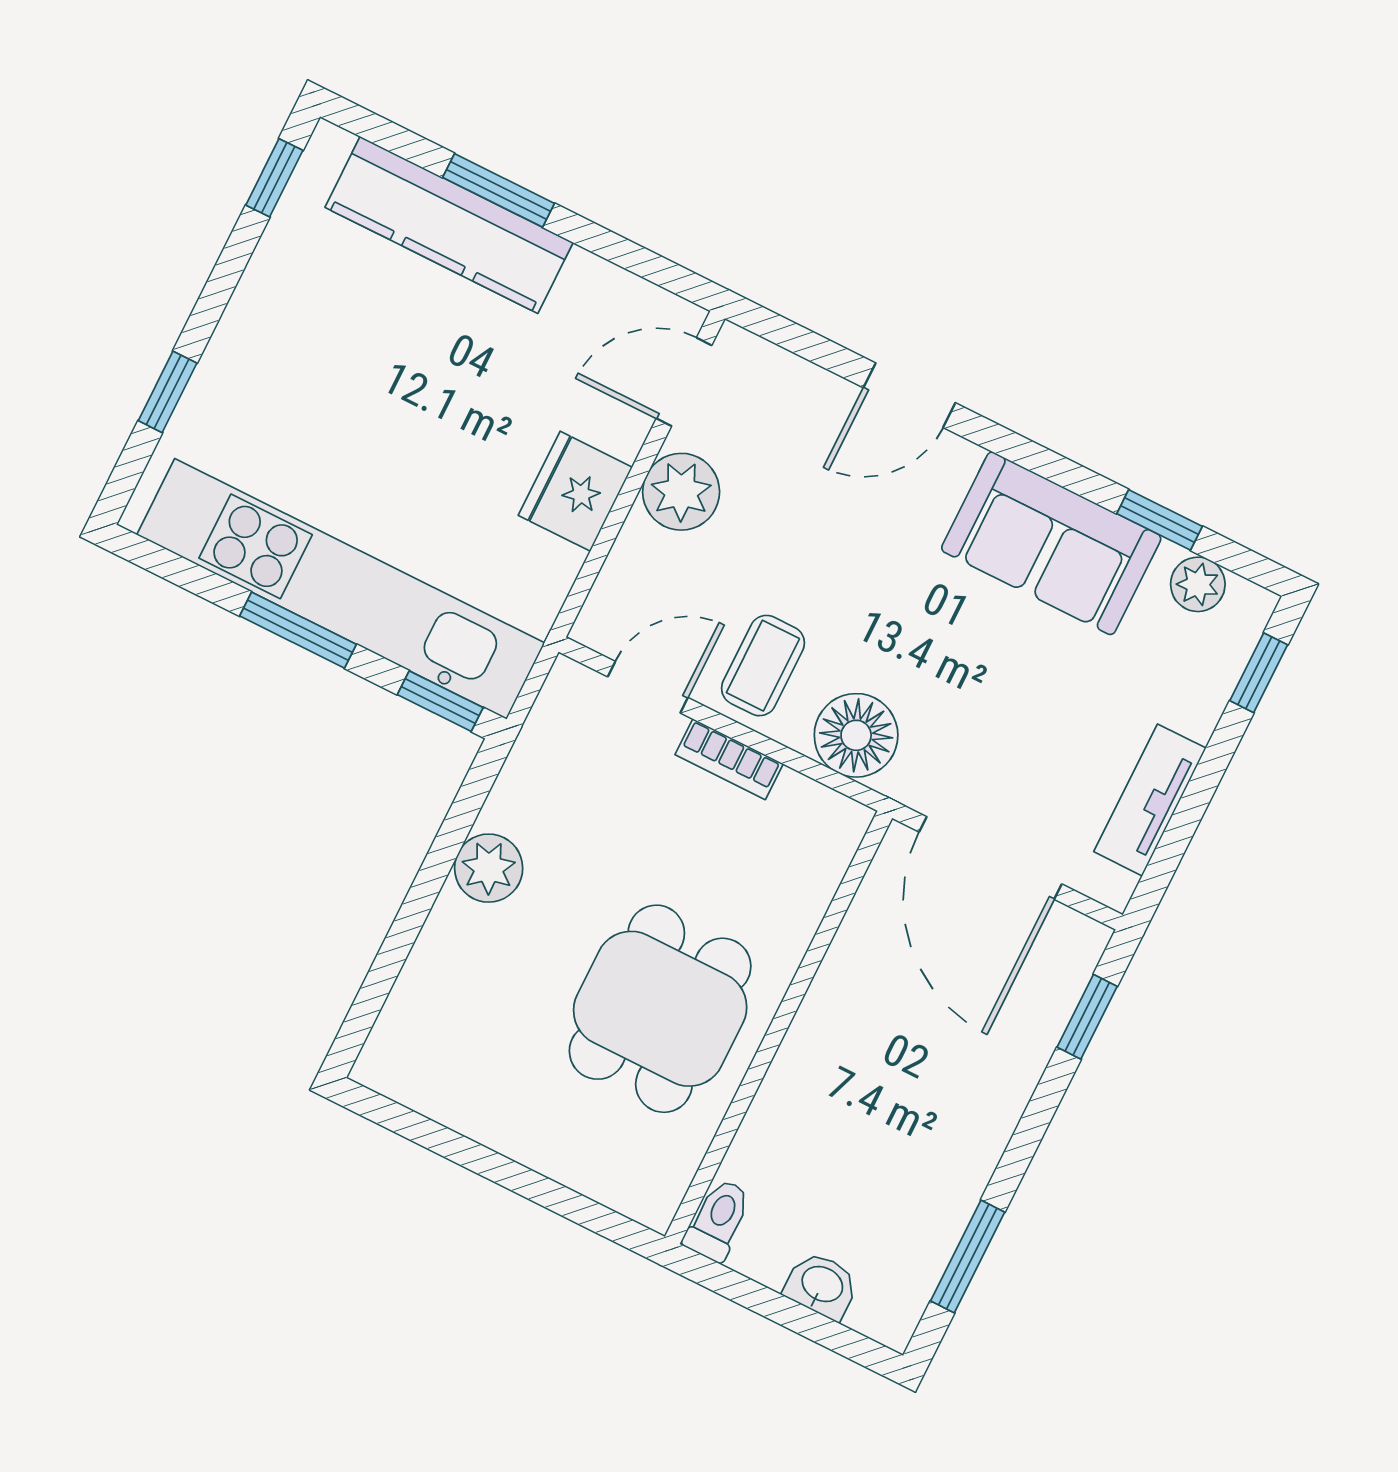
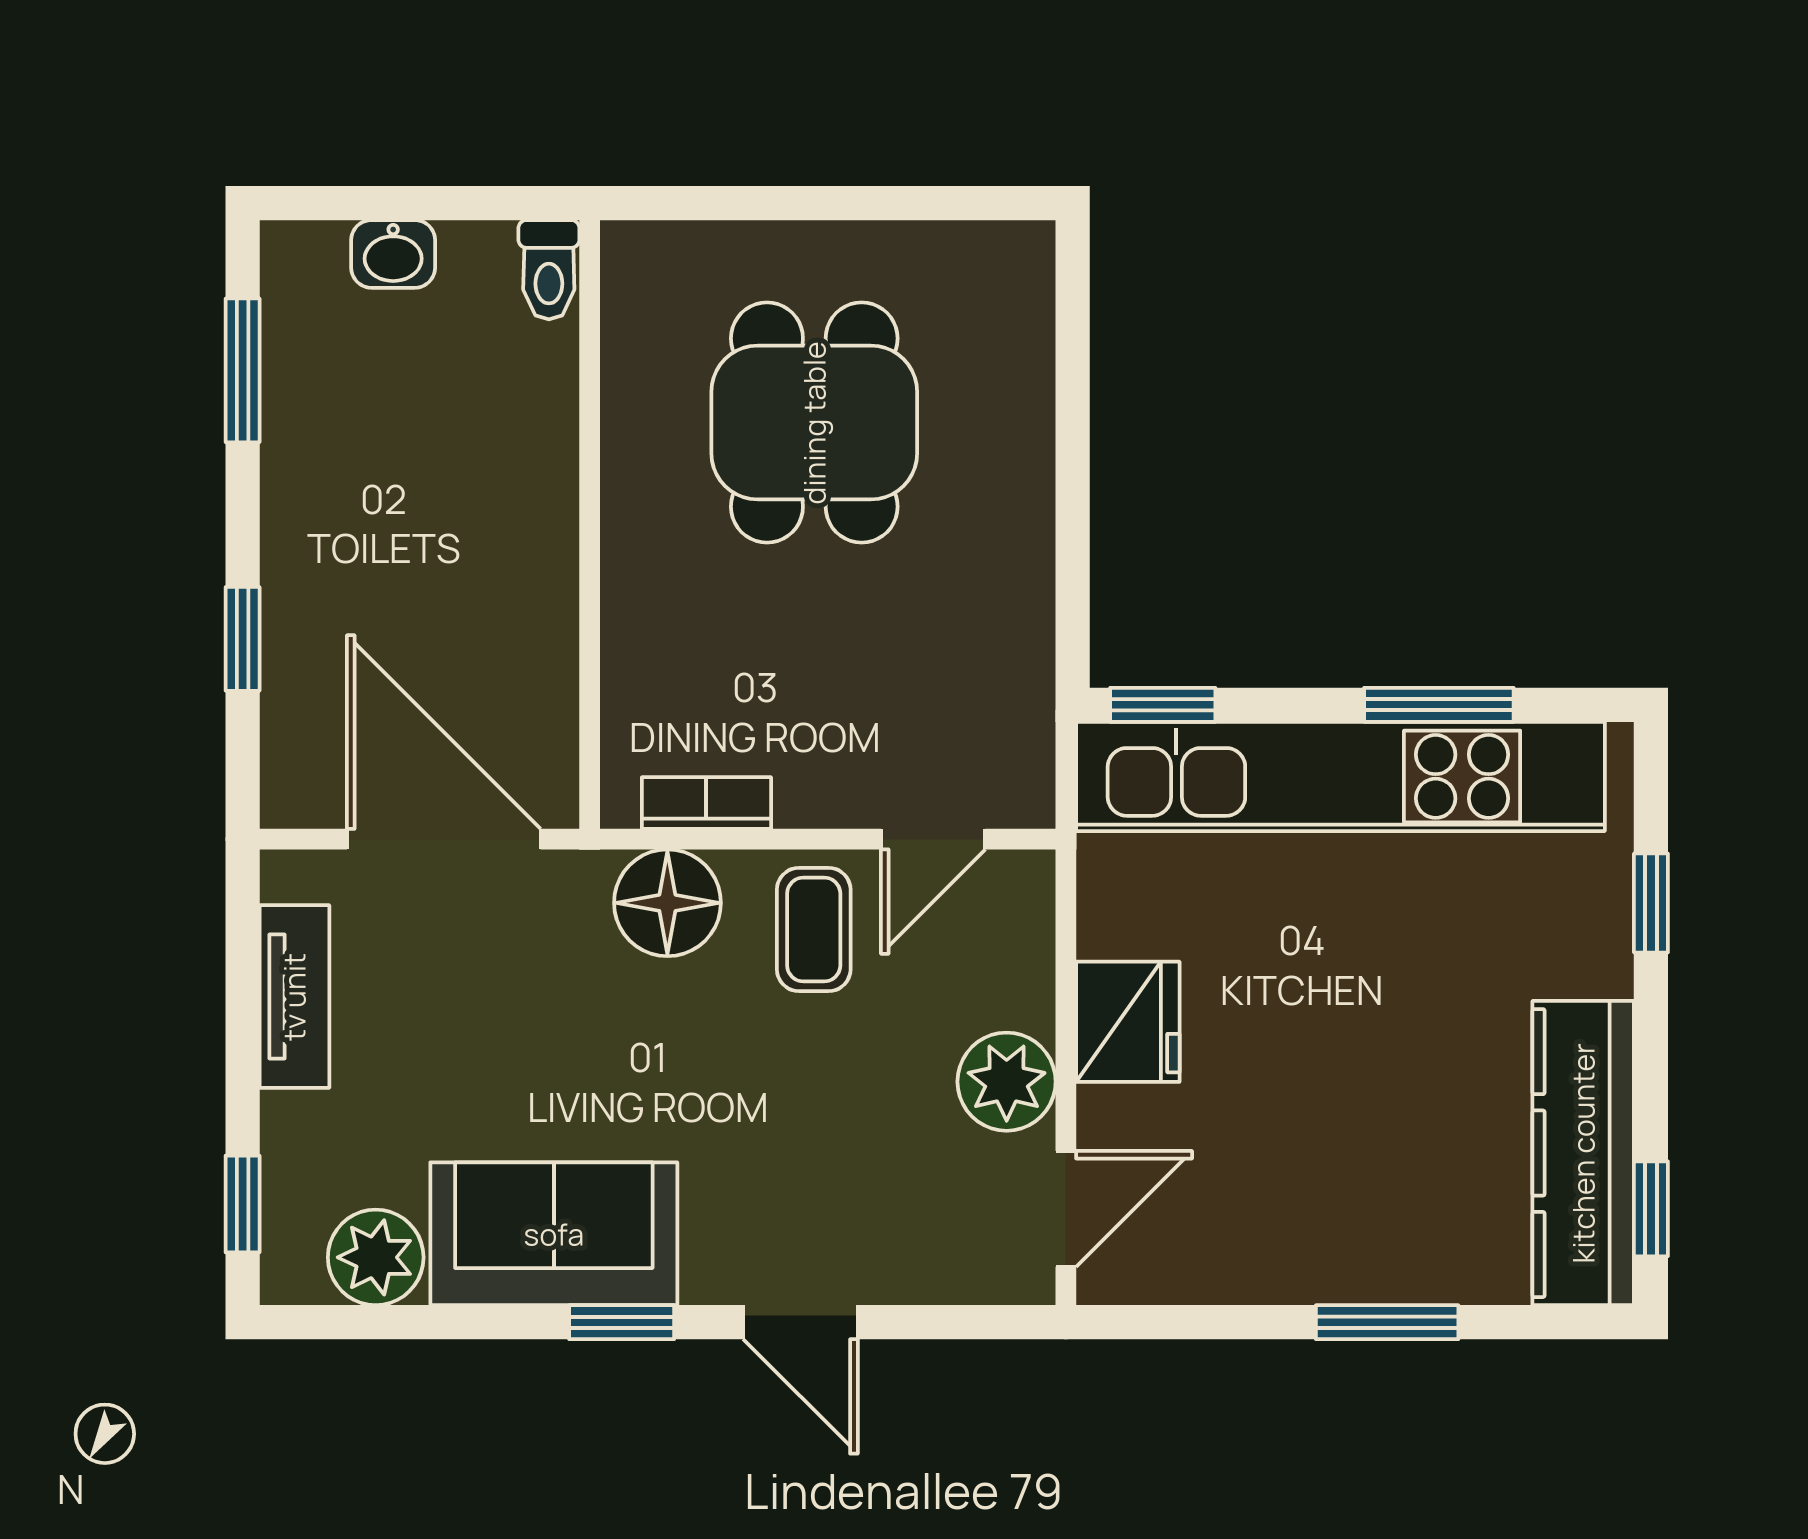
kitchen counter: (449, 225) -> (1583, 1153), moved, turned -90
door: (909, 395) -> (800, 1322), swing flipped
window: (1160, 520) -> (622, 1322), moved
plant: (1198, 584) -> (376, 1257), width x1.38, depth x1.38
window: (298, 630) -> (1439, 705), moved
bookcase: (729, 759) -> (706, 803), moved
plant: (489, 868) -> (1012, 541), removed
dining table: (660, 1009) -> (814, 423), moved
window: (1087, 1017) -> (243, 639), moved

